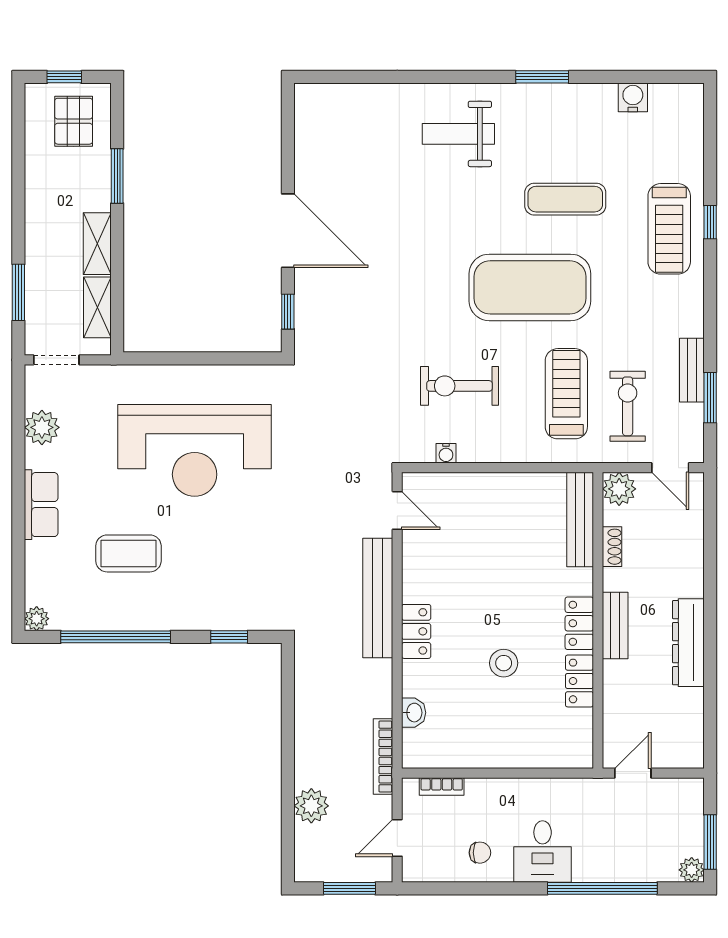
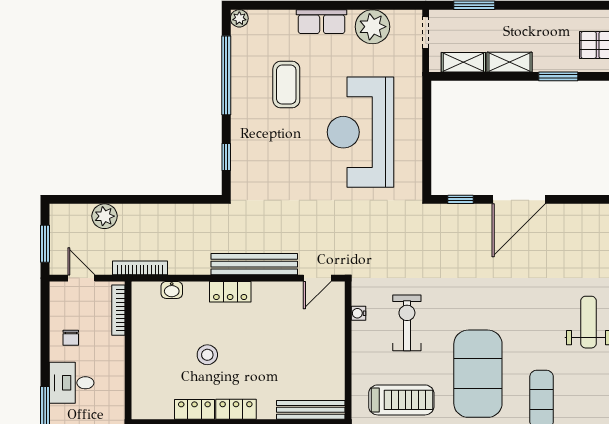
plant: (42, 427) -> (372, 27), width x1.36, depth x1.36
bookcase: (442, 787) -> (118, 310), width x1.56

